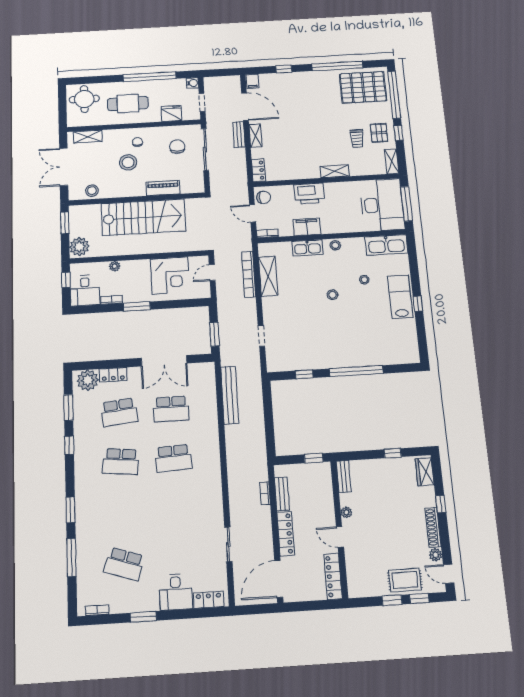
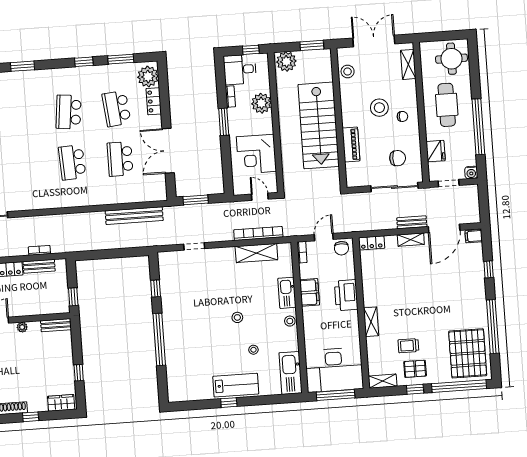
plant: (115, 266) -> (261, 103), width x1.87, depth x1.87

